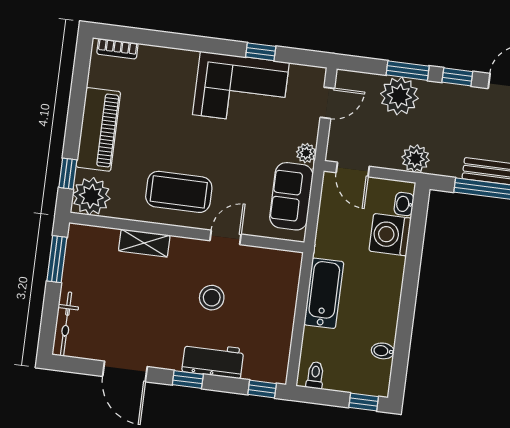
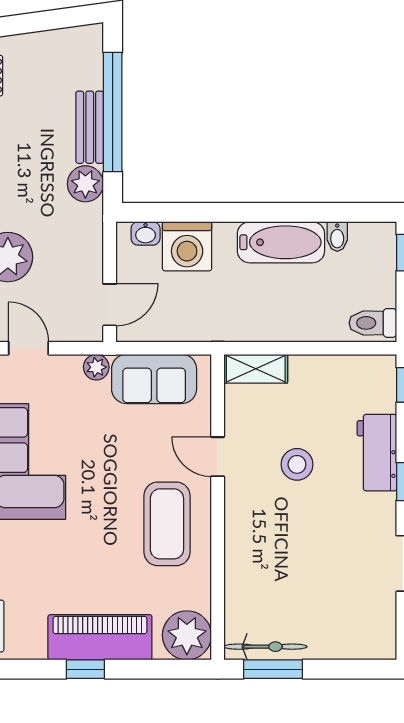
plant: (416, 159) -> (85, 184), moved
window: (68, 174) -> (85, 669), moved
shelving: (144, 243) -> (256, 369), moved, turned 90
bathtub: (324, 293) -> (281, 242), moved, turned 180
bicycle: (66, 324) -> (265, 647), moved
toilet: (315, 375) -> (373, 323), width x1.37, depth x1.39

